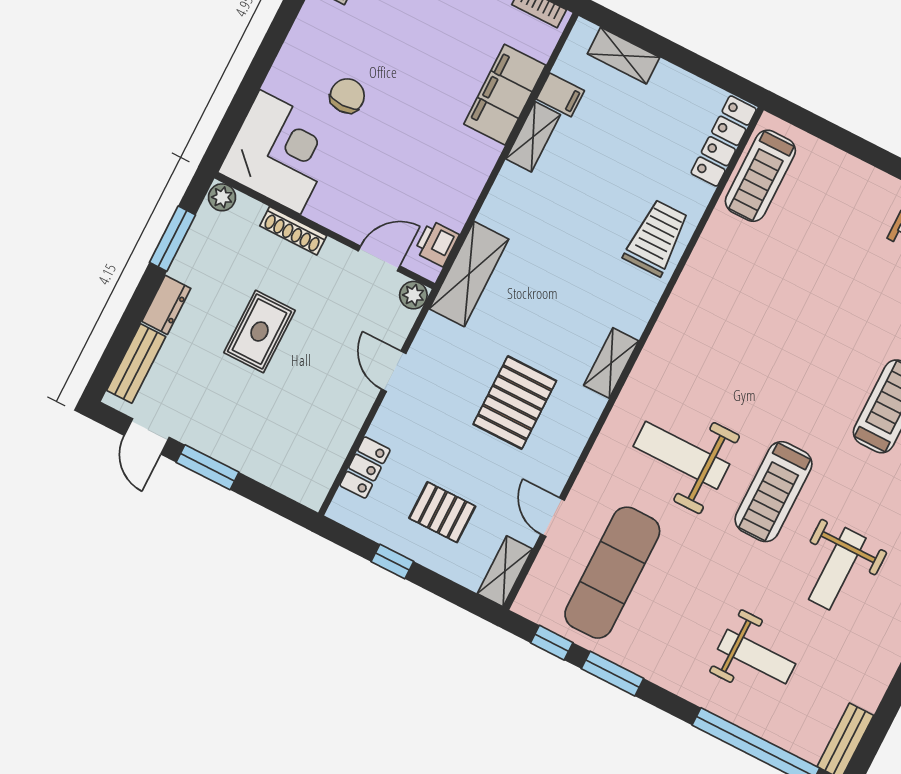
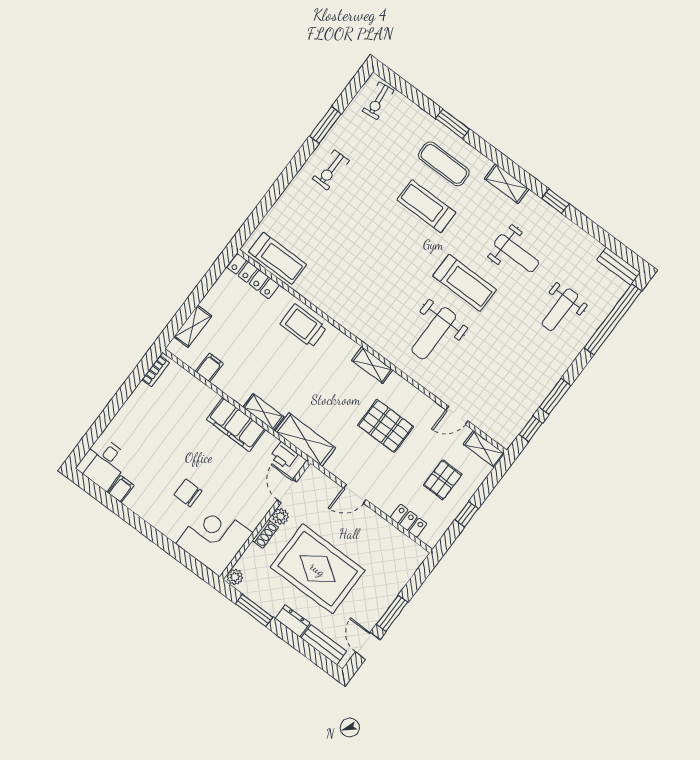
filing cabinet: (505, 95) -> (236, 425), moved
shelving: (533, 137) -> (263, 412), moved
shoe rack: (293, 231) -> (265, 534), width x0.70
plant: (413, 295) -> (281, 516), moved
rug: (260, 331) -> (318, 569), width x1.86, depth x2.06
door: (147, 436) -> (368, 646), swing flipped
exercise mat: (612, 573) -> (496, 386), removed
weight bench: (757, 657) -> (560, 310), turned 180

